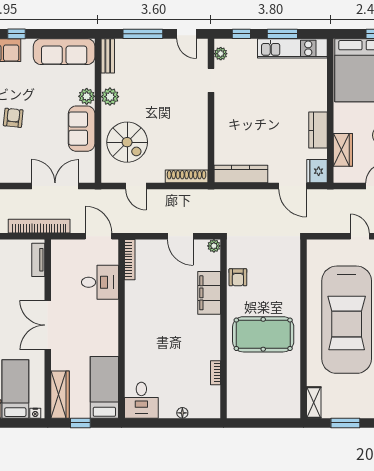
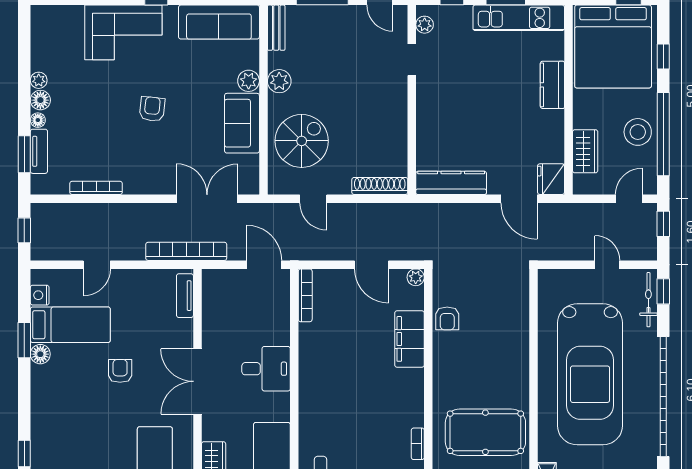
kitchen counter: (318, 130) -> (552, 85), moved
spiral stairs: (127, 142) -> (302, 141), turned -90
desk: (100, 282) -> (266, 369), moved
pool table: (263, 334) -> (485, 432), moved

